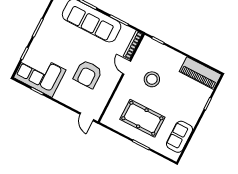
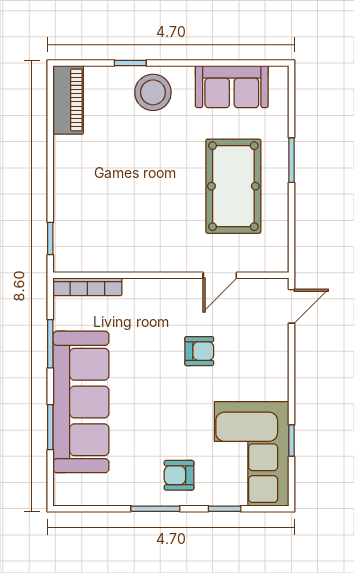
armchair: (46, 43) -> (179, 475), added
door: (127, 67) -> (220, 275), moved
piano: (200, 73) -> (68, 100), width x0.73, depth x0.75
armchair: (88, 74) -> (199, 351), width x0.53, depth x0.53
stool: (152, 79) -> (153, 92), moved

